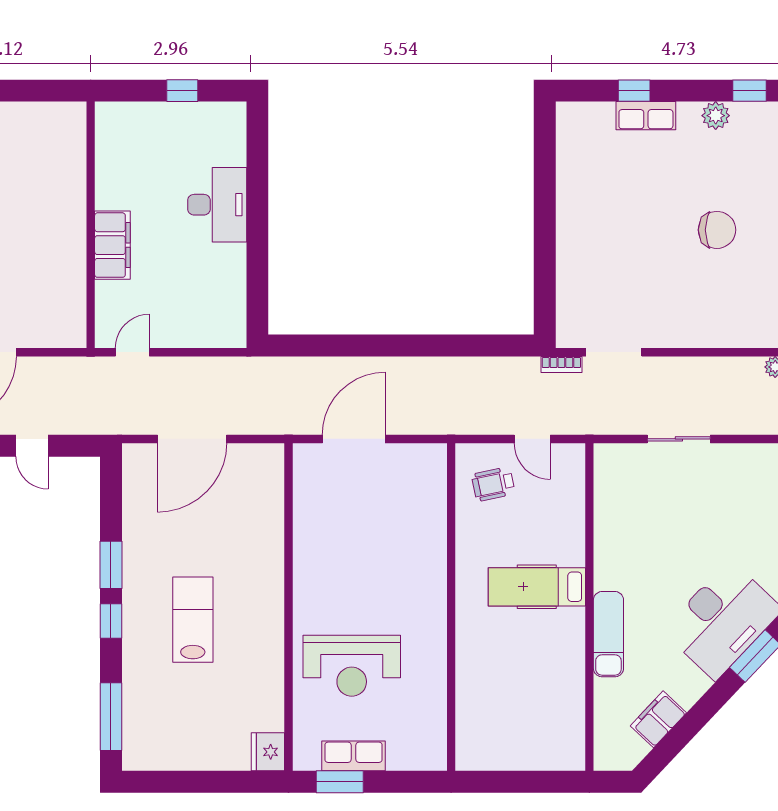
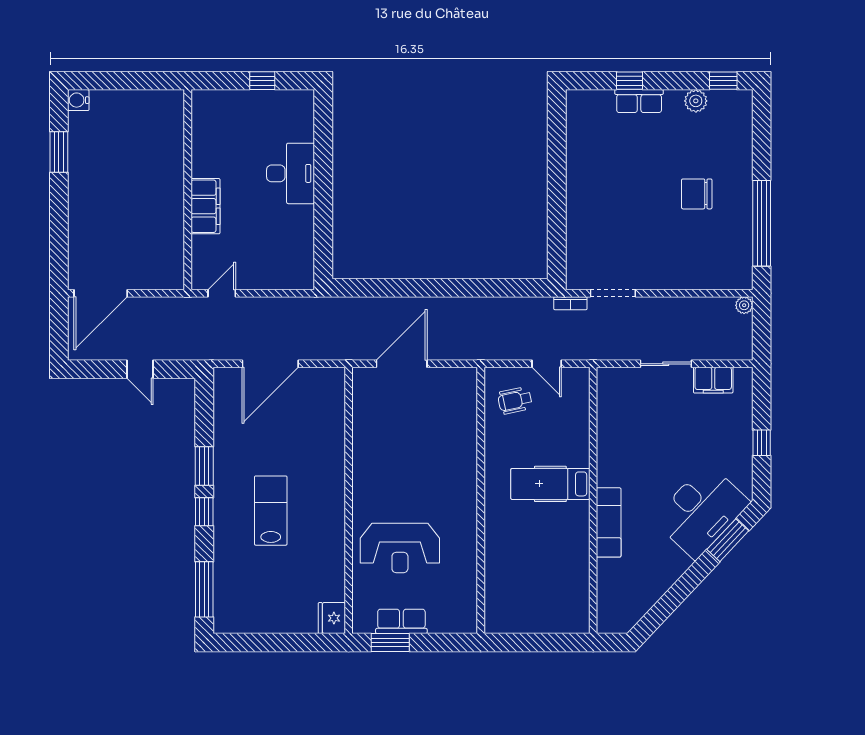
chair: (717, 230) -> (697, 194), turned 180
filing cabinet: (658, 719) -> (713, 380), moved, turned -133

